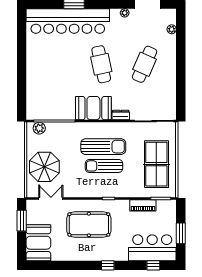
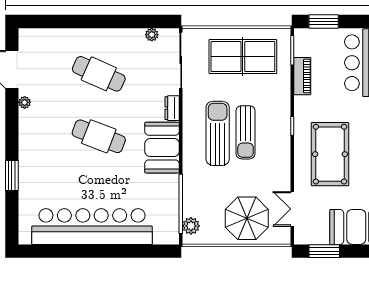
bar counter: (68, 21) -> (92, 227), moved, turned -90
plant: (172, 29) -> (152, 35), moved
cafe table: (101, 64) -> (99, 136), turned 33
window: (181, 233) -> (324, 22), moved

